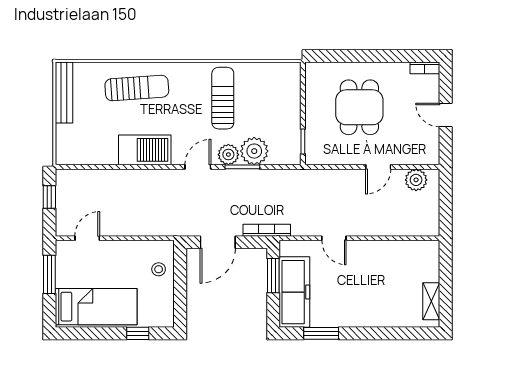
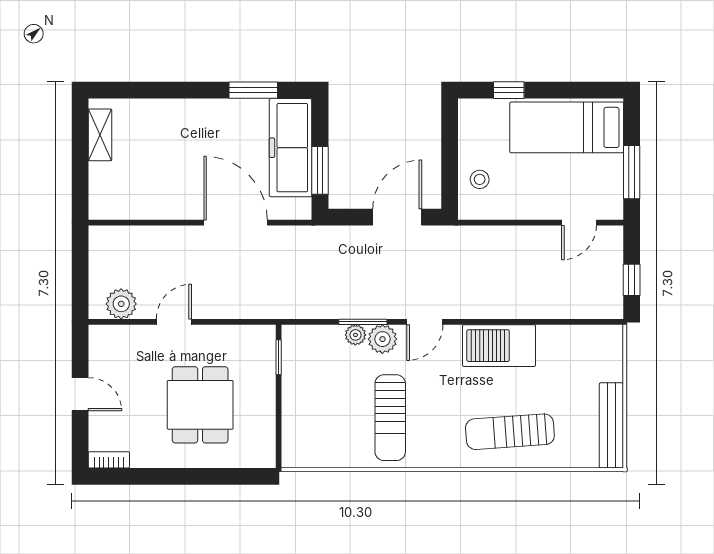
plant: (254, 151) -> (355, 335), width x0.53, depth x0.53
bookcase: (267, 230) -> (329, 234), removed
door: (334, 238) -> (236, 223), width x1.88

